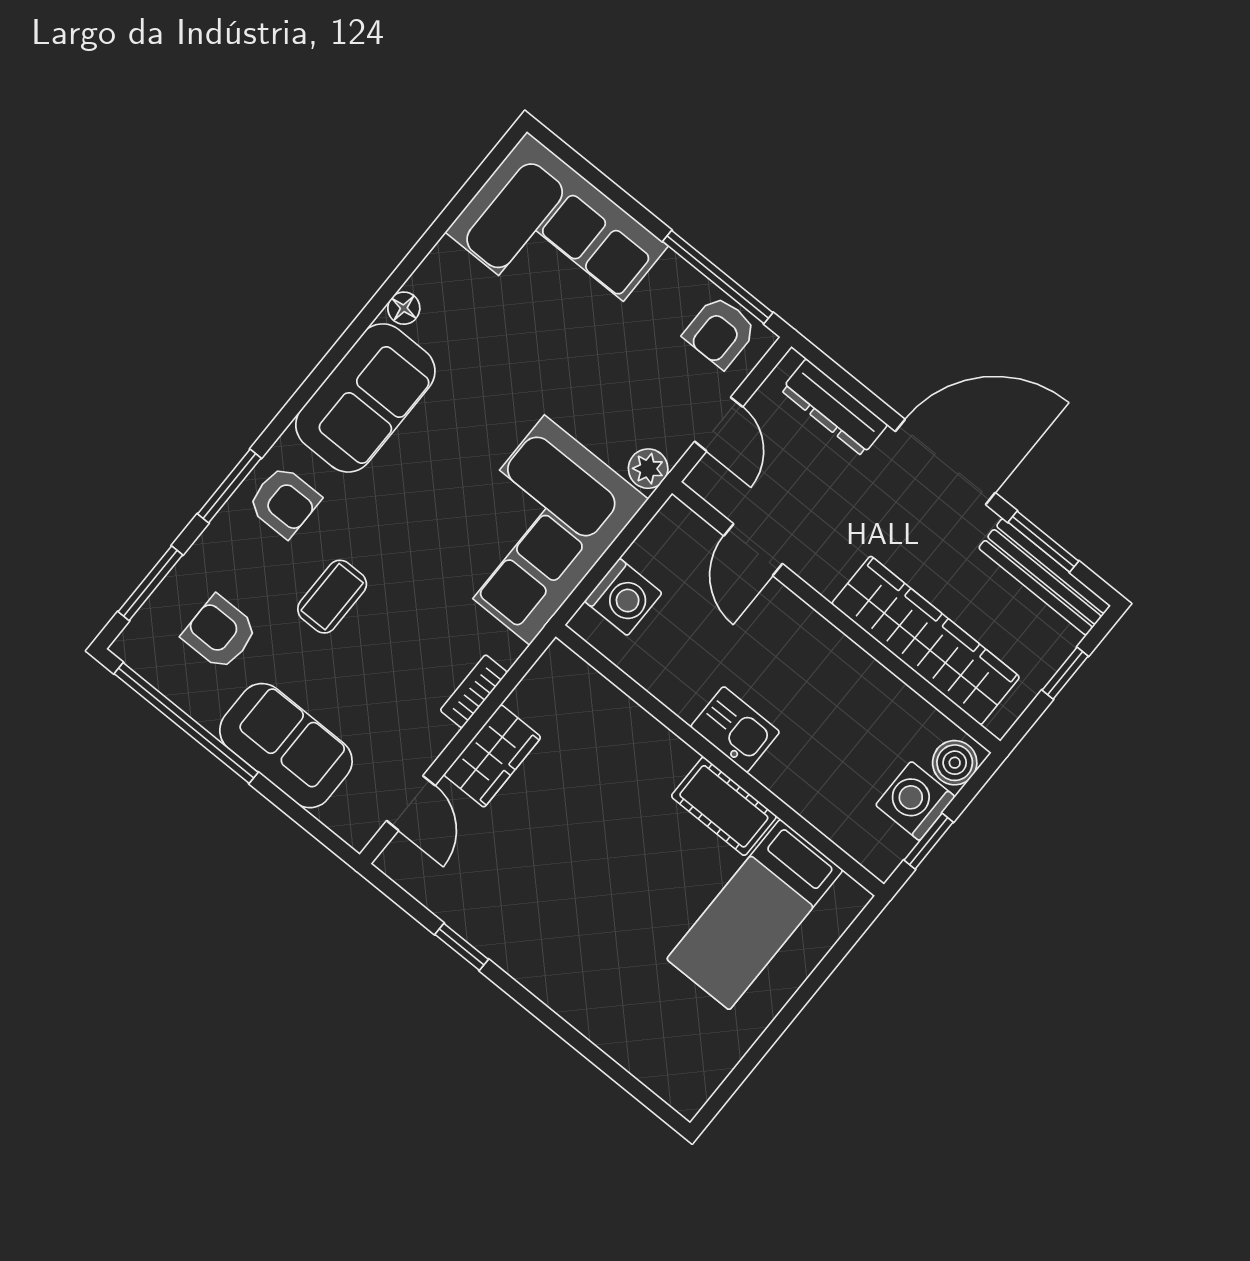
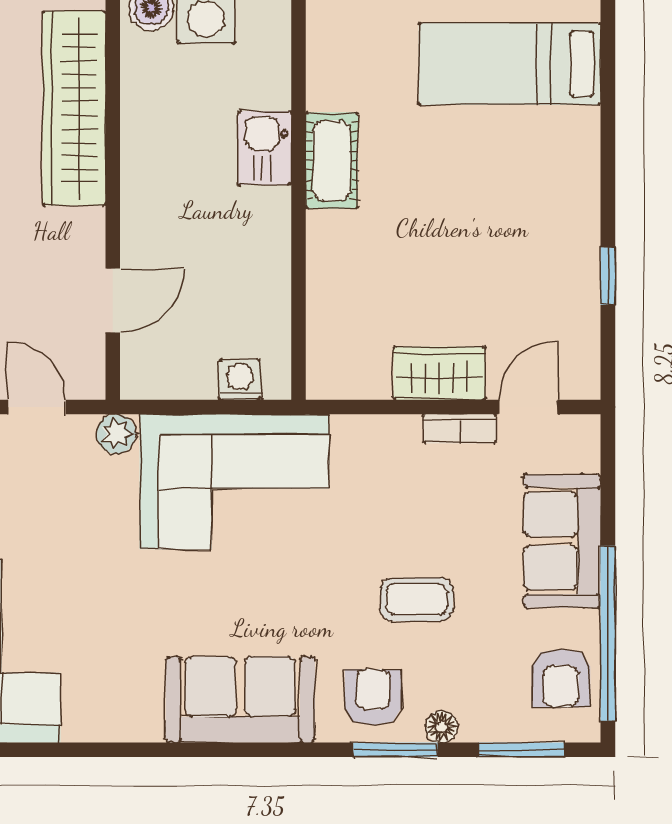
floor lamp: (404, 308) -> (442, 727), moved
door: (719, 424) -> (37, 407), hinge flipped
washing machine: (623, 597) -> (240, 380), width x0.73, depth x0.73
armchair: (220, 633) -> (561, 678), moved
bookcase: (474, 691) -> (460, 429), moved
kitchen sink: (735, 729) -> (265, 148), moved
bed: (755, 915) -> (510, 64), moved, turned 180

